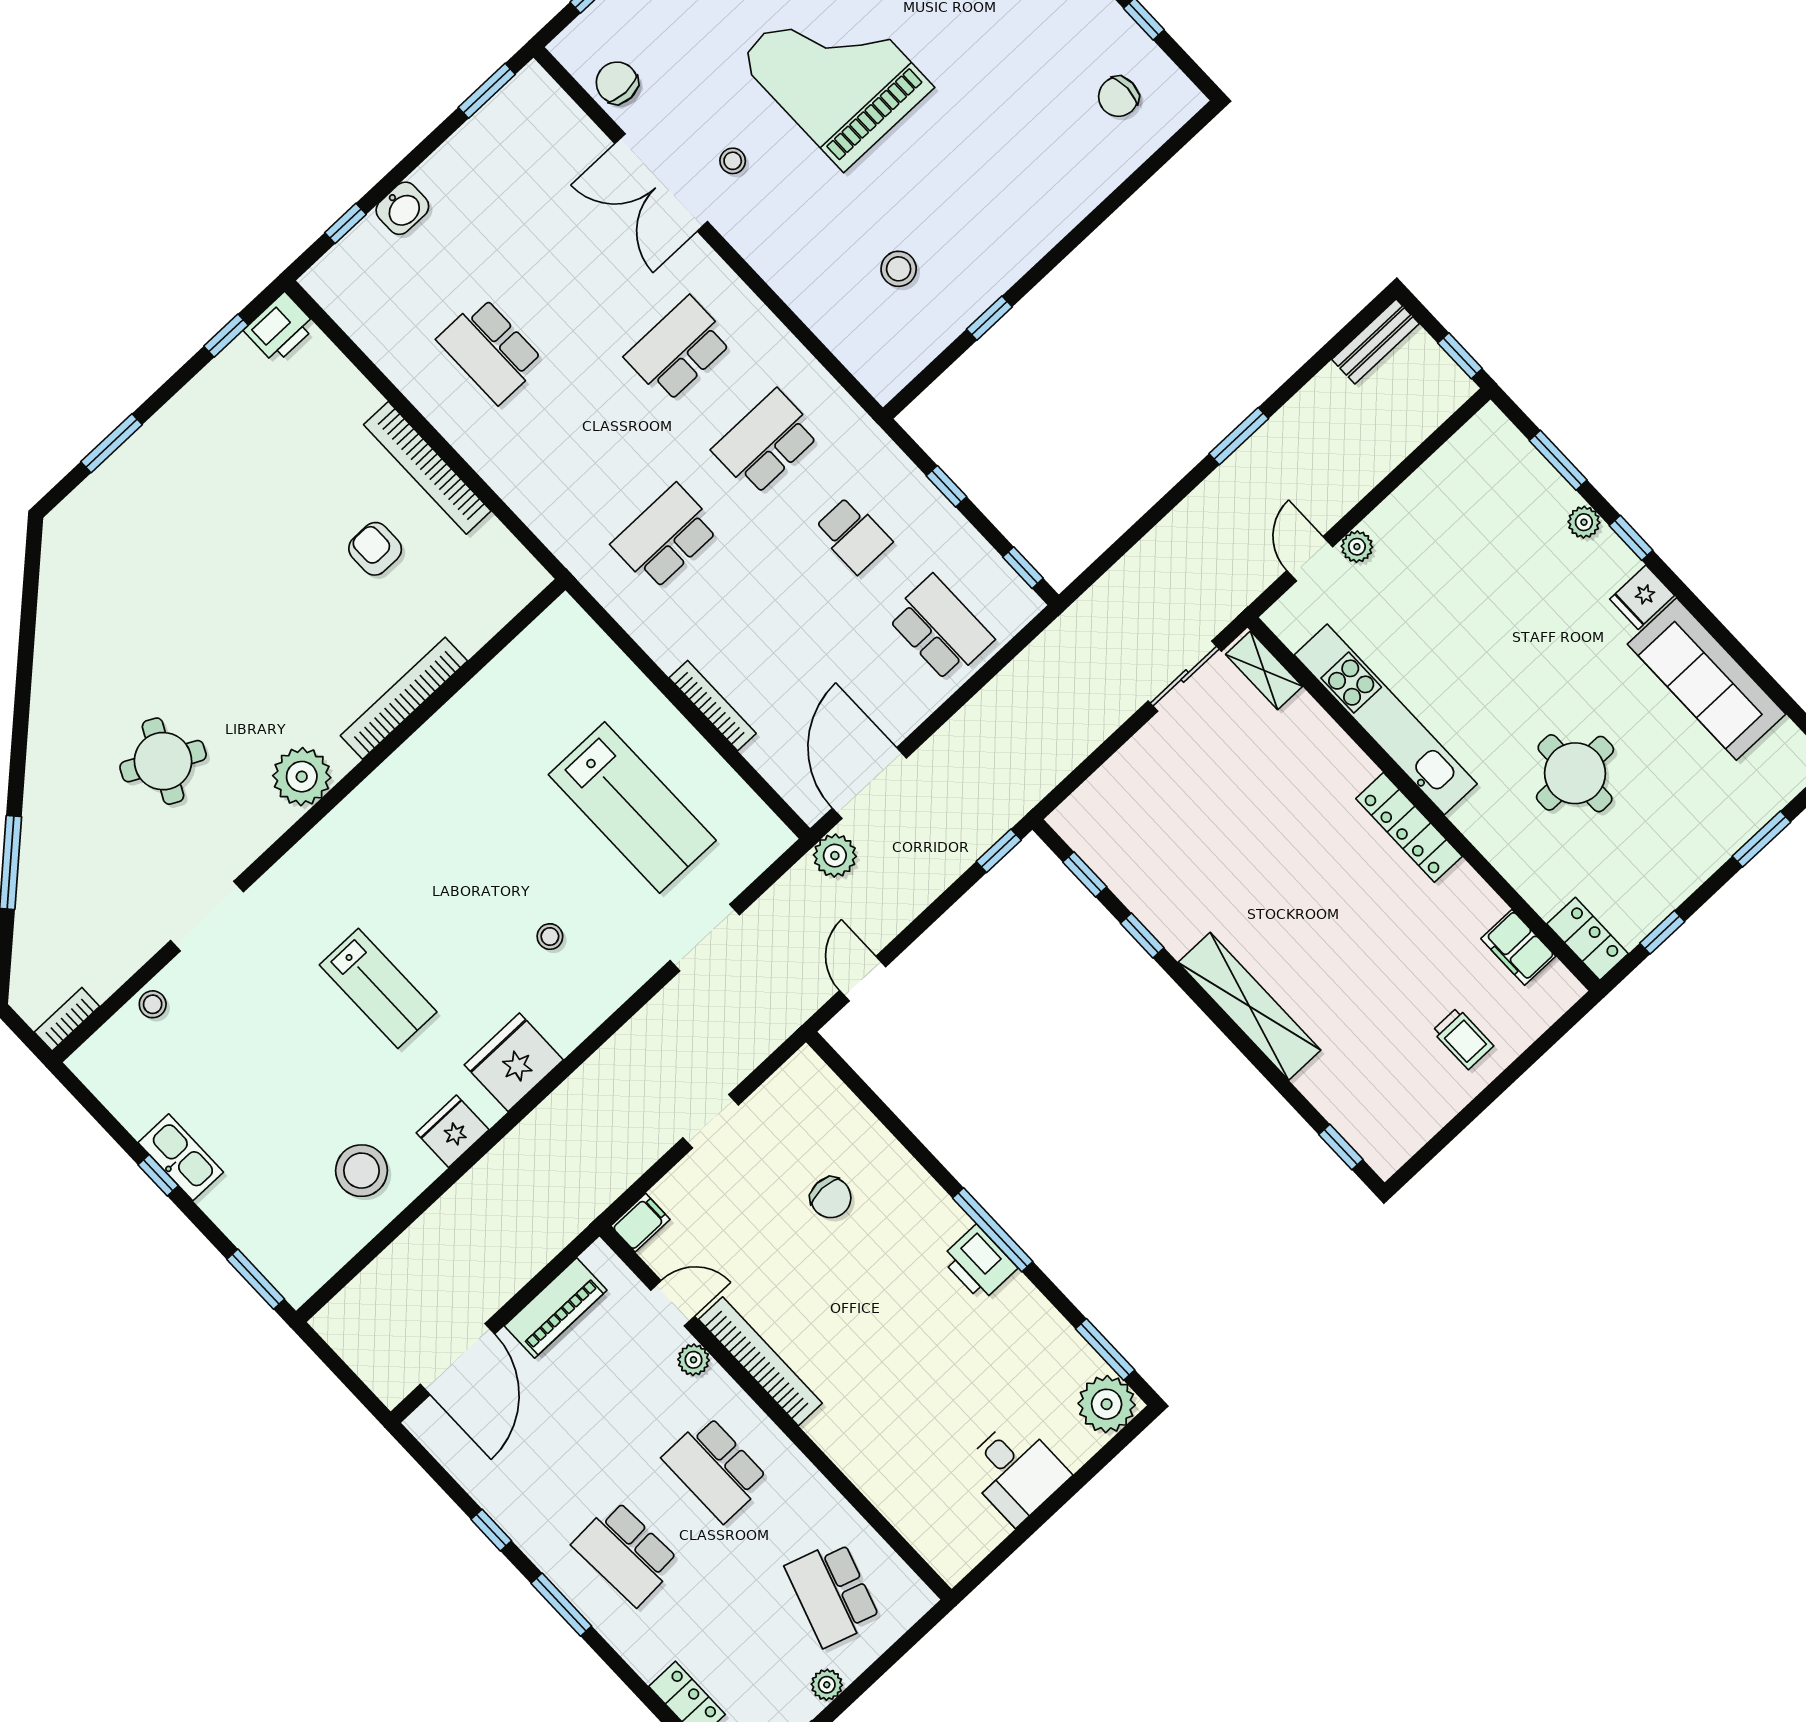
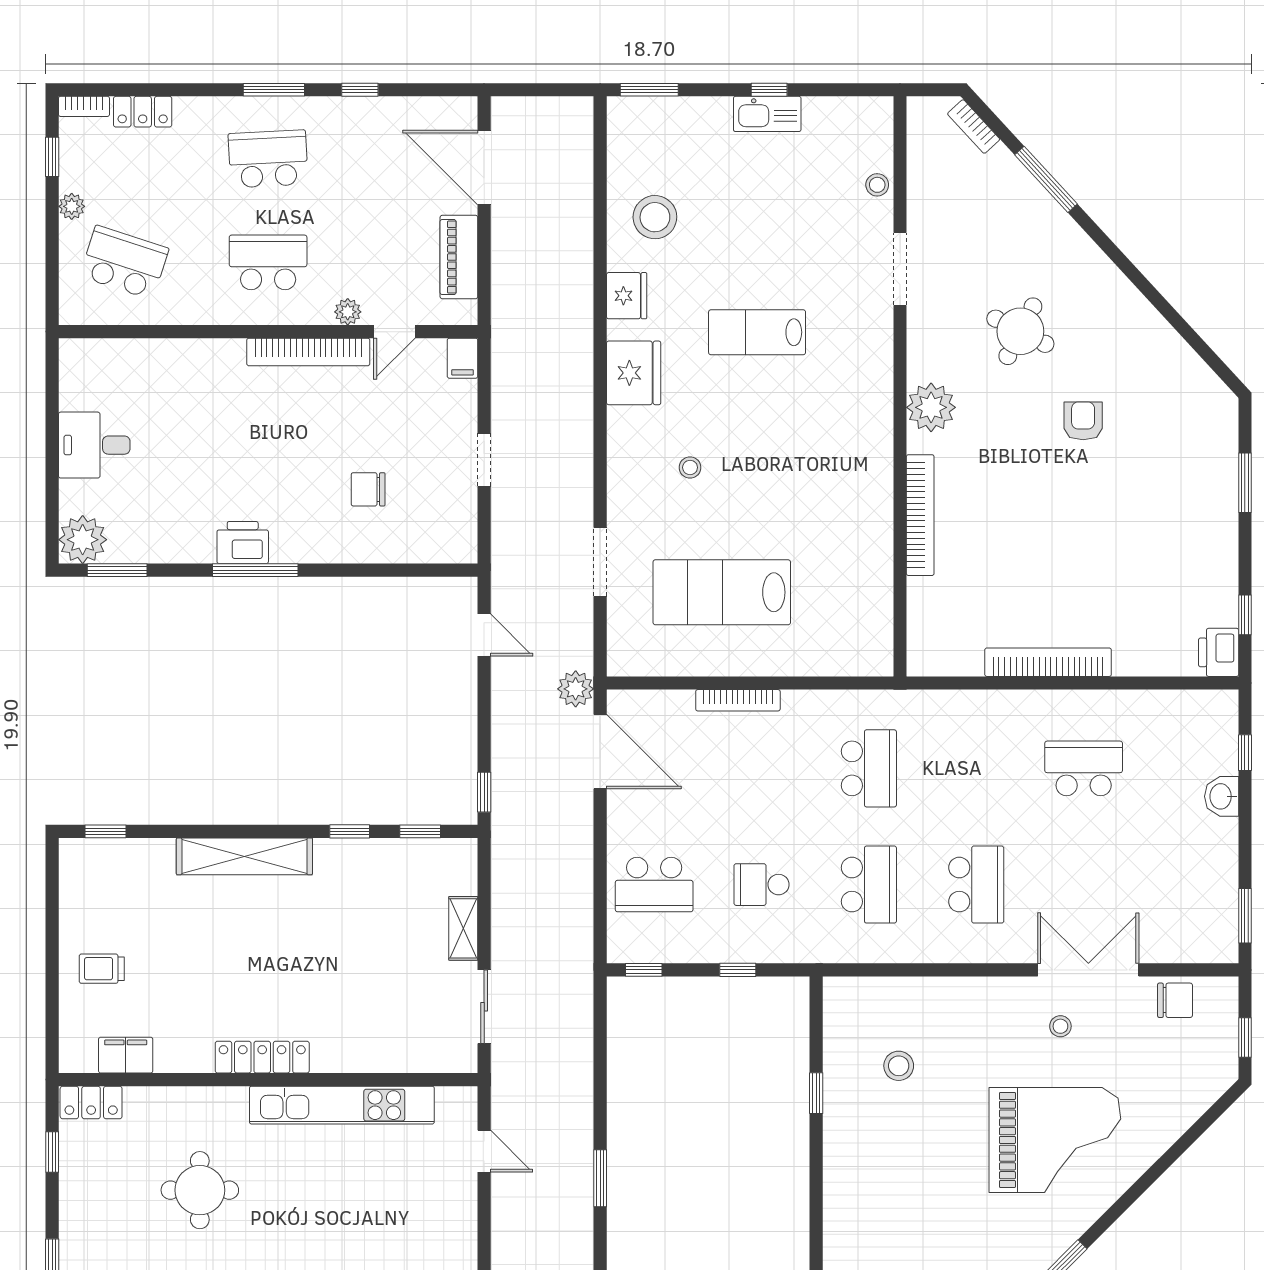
plant: (1357, 547) -> (464, 1187), removed
armchair: (375, 549) -> (1083, 421), moved, turned -90
shelving: (1264, 670) -> (463, 928), moved, turned 90
bookcase: (67, 1019) -> (974, 127), moved, turned 137

